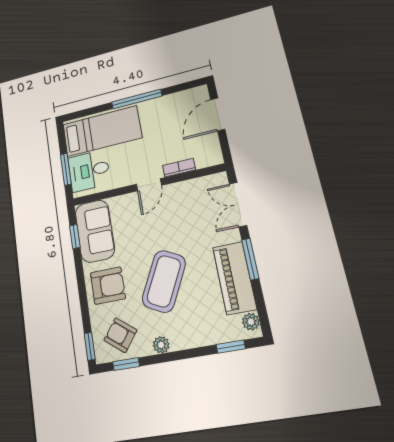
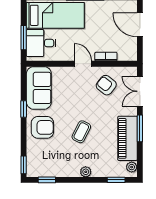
door: (218, 114) -> (140, 25), hinge flipped
door: (149, 185) -> (83, 64), swing flipped
window: (75, 237) -> (24, 109), moved
coffee table: (164, 281) -> (81, 132), width x0.54, depth x0.58
armchair: (120, 335) -> (106, 85), moved
plant: (161, 345) -> (86, 172), moved

